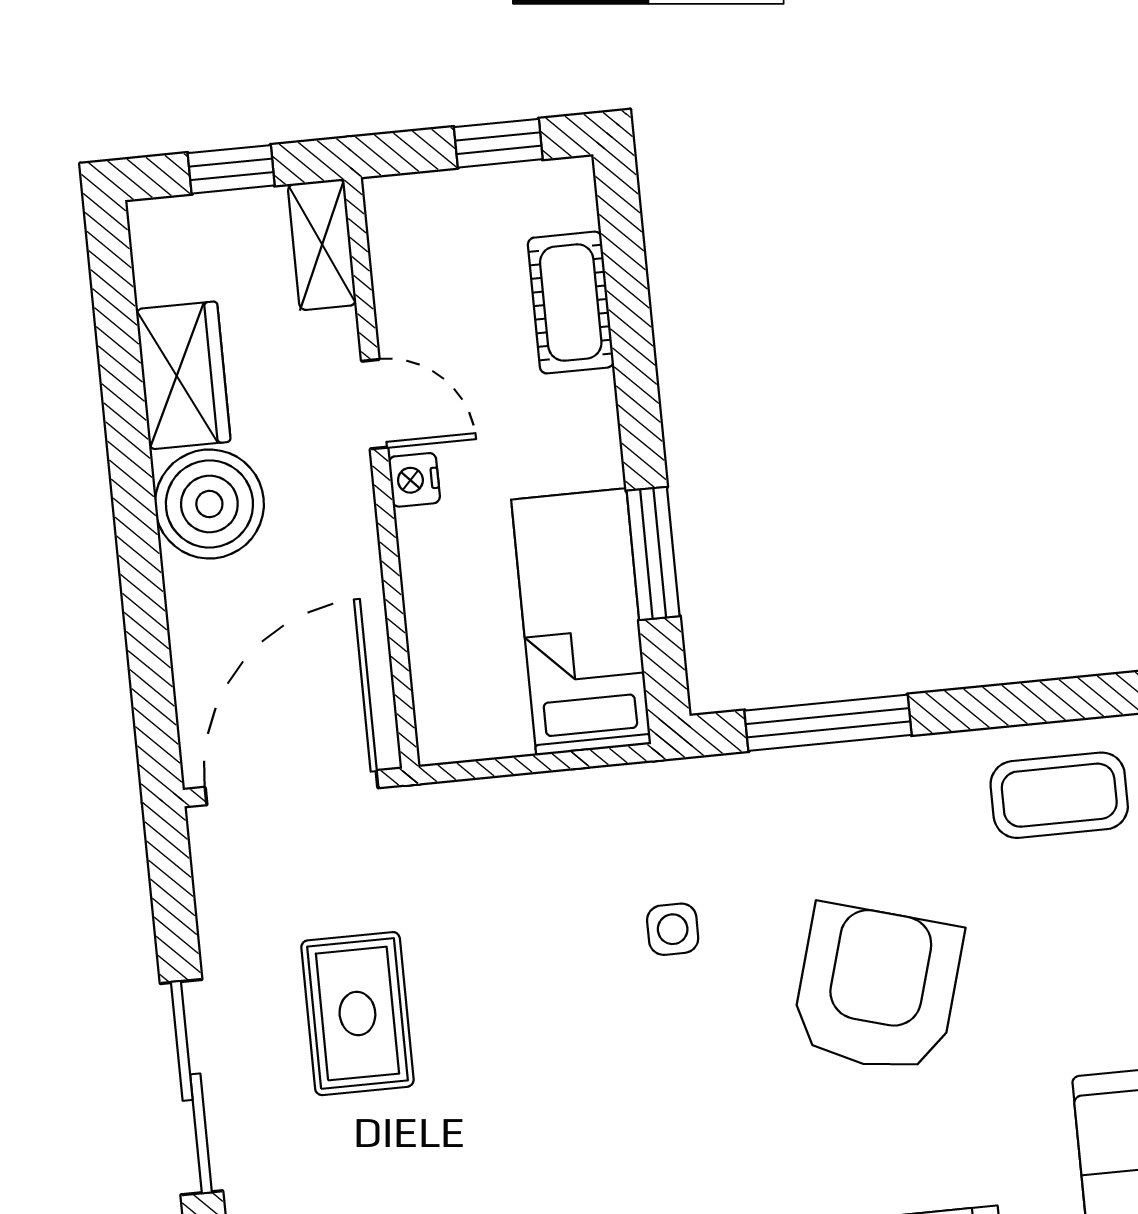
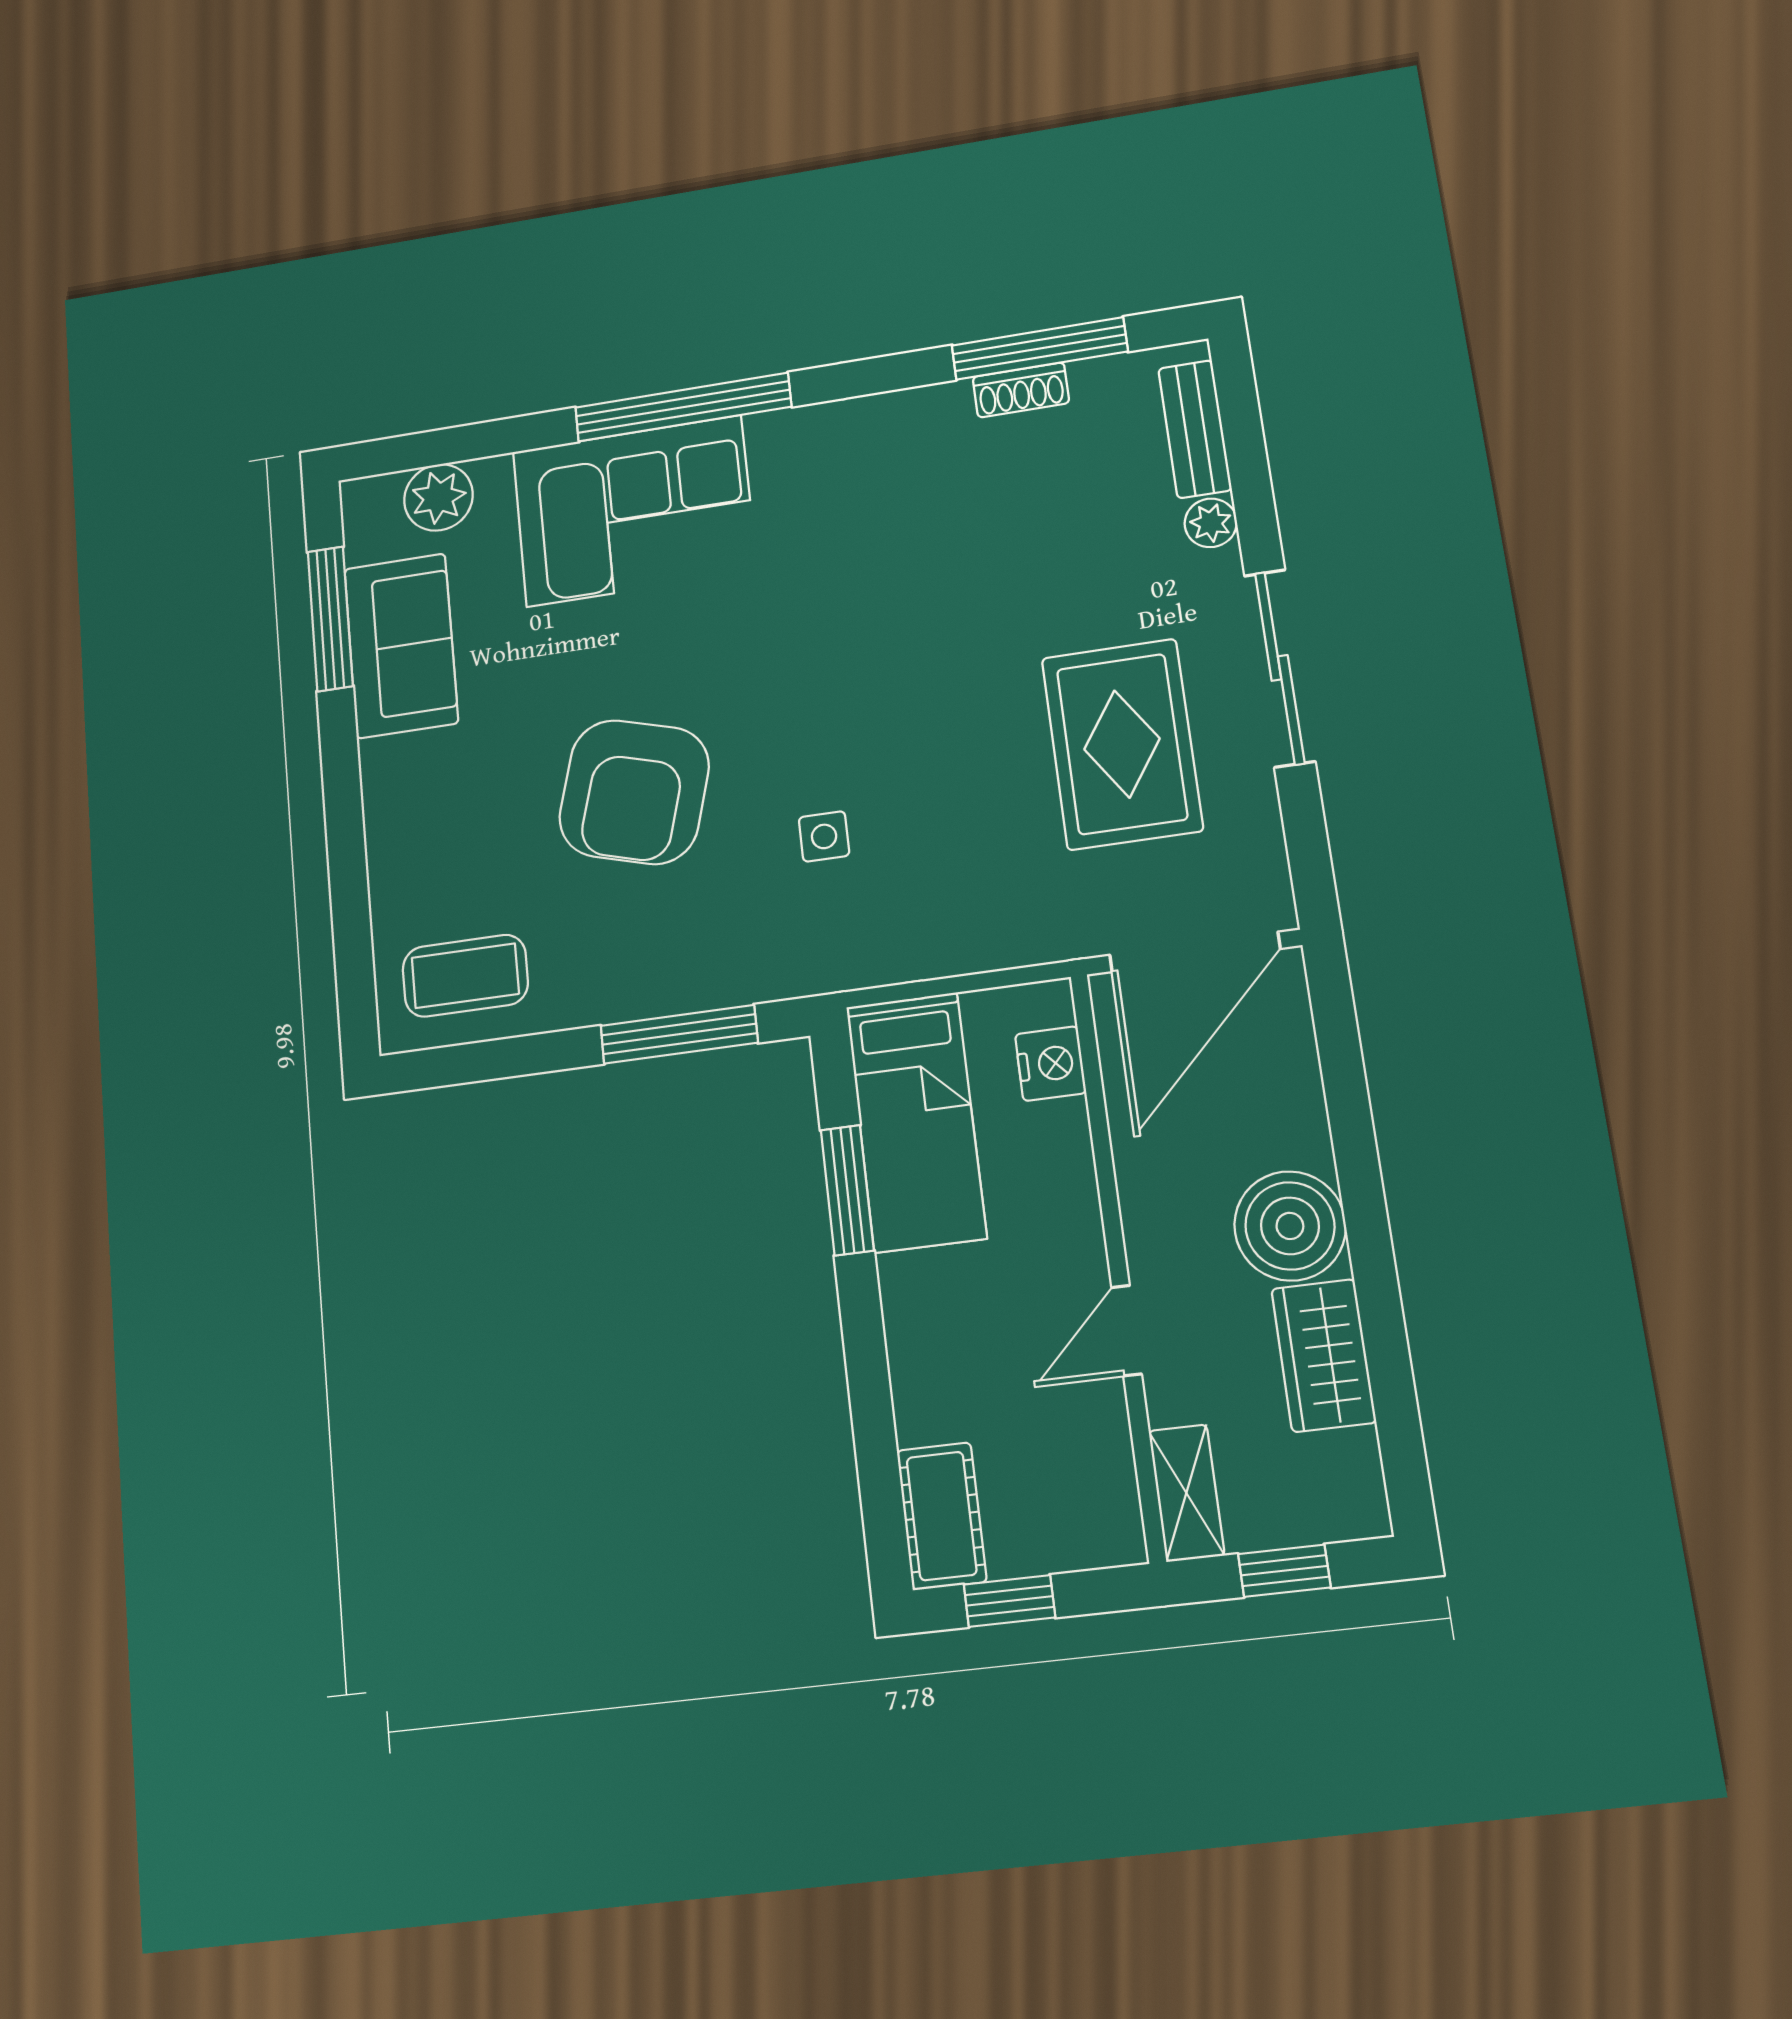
cot: (571, 303) -> (942, 1516), moved
door: (375, 404) -> (1127, 1331), hinge flipped
nightstand: (414, 480) -> (1051, 1064), moved, width x1.39, depth x1.35
rug: (357, 1014) -> (1122, 744), width x1.36, depth x1.43

